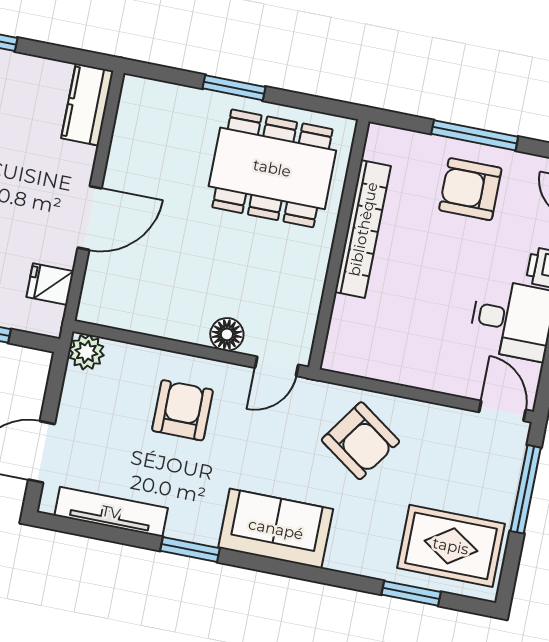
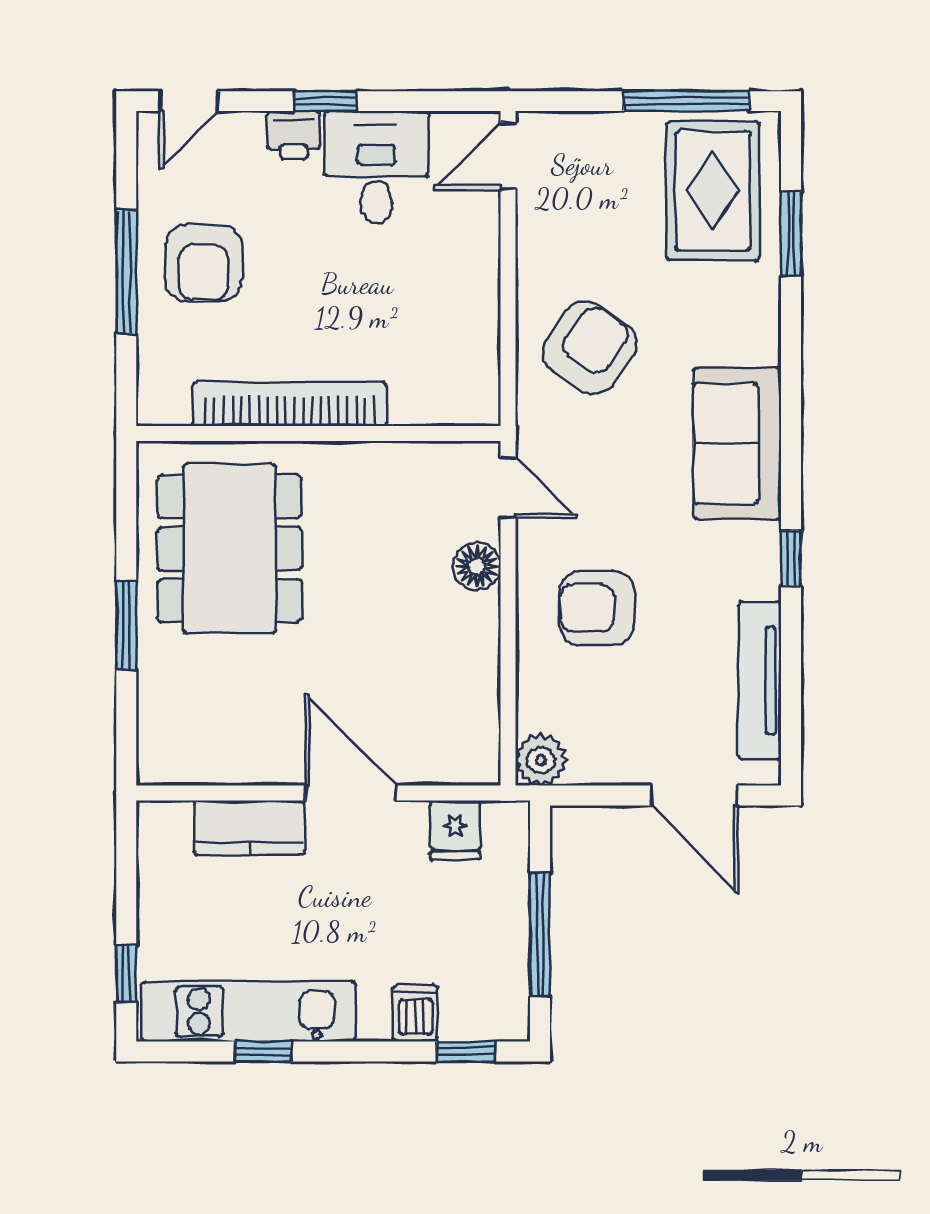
kitchen counter: (87, 105) -> (249, 828), moved
window: (526, 489) -> (686, 101), moved
window: (190, 550) -> (791, 558), width x0.67

